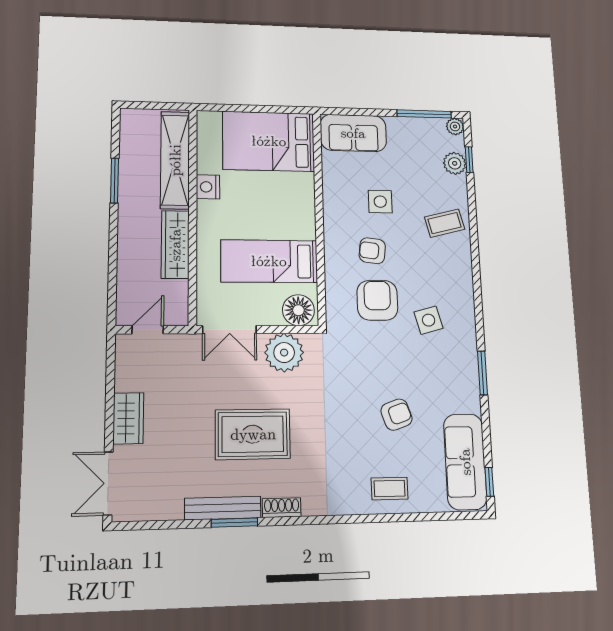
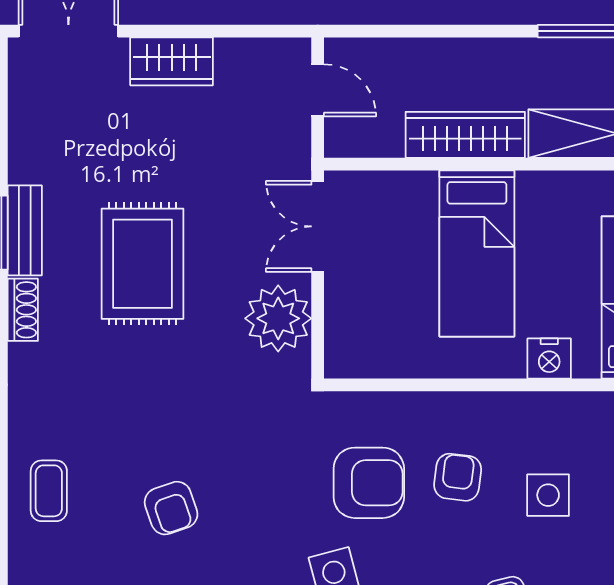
nightstand: (208, 187) -> (549, 359), moved, turned 180
bed: (269, 261) -> (477, 254), moved, turned 180
floor lamp: (298, 310) -> (351, 344), removed
bench: (223, 508) -> (25, 230), width x0.73

